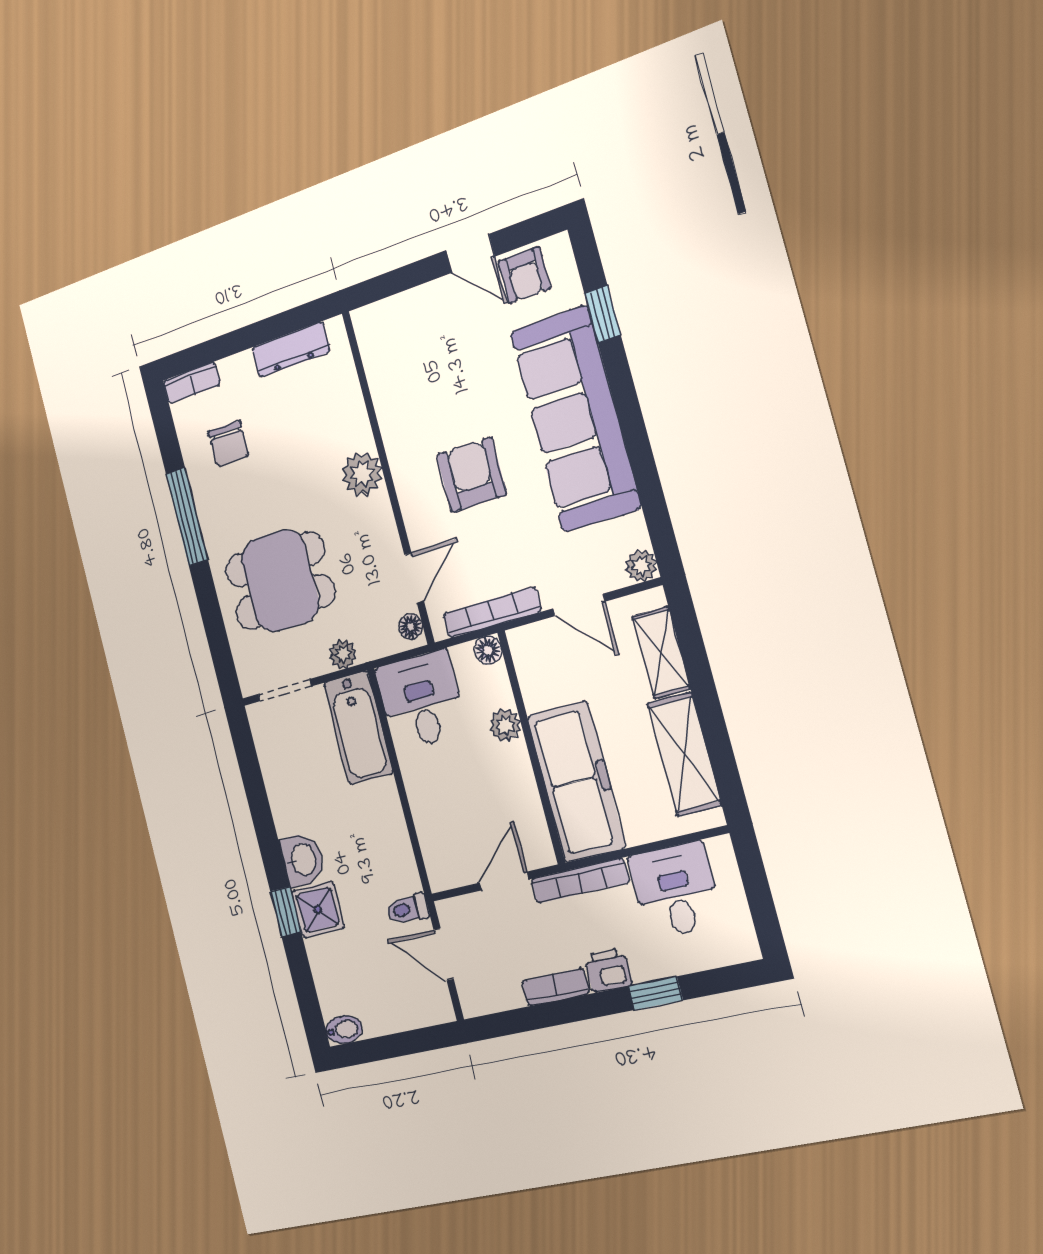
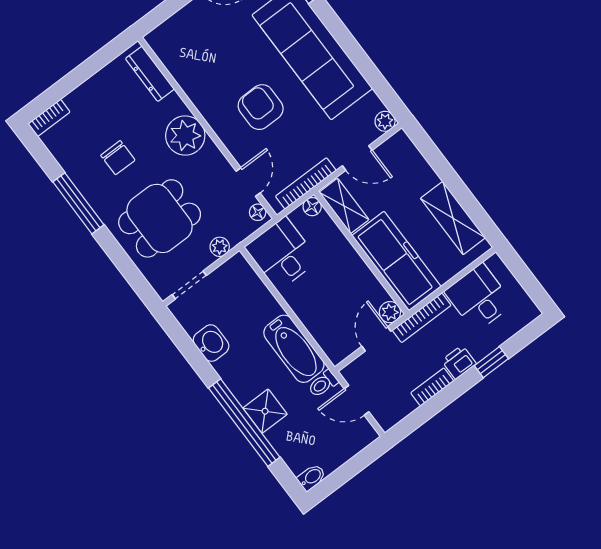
dresser: (291, 350) -> (150, 74), moved, turned 90
chair: (229, 444) -> (118, 158), moved
plant: (362, 474) -> (185, 136), width x1.36, depth x1.36
shelving: (661, 652) -> (344, 206), moved
plant: (505, 725) -> (390, 312), moved
bathtub: (358, 728) -> (294, 349), moved
washbasin: (302, 860) -> (211, 343), moved
window: (286, 912) -> (244, 423), width x3.17

